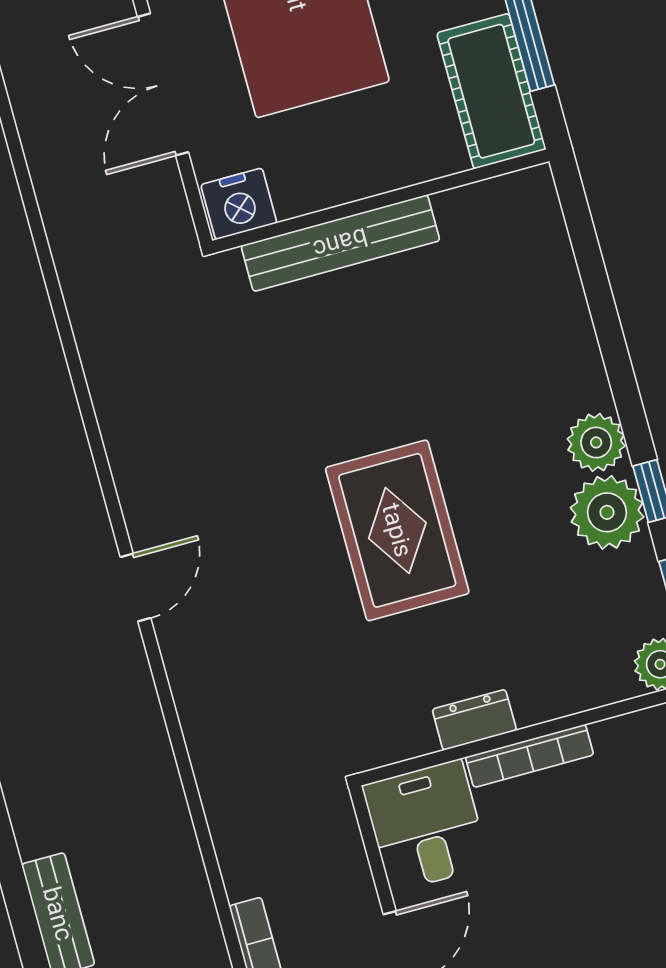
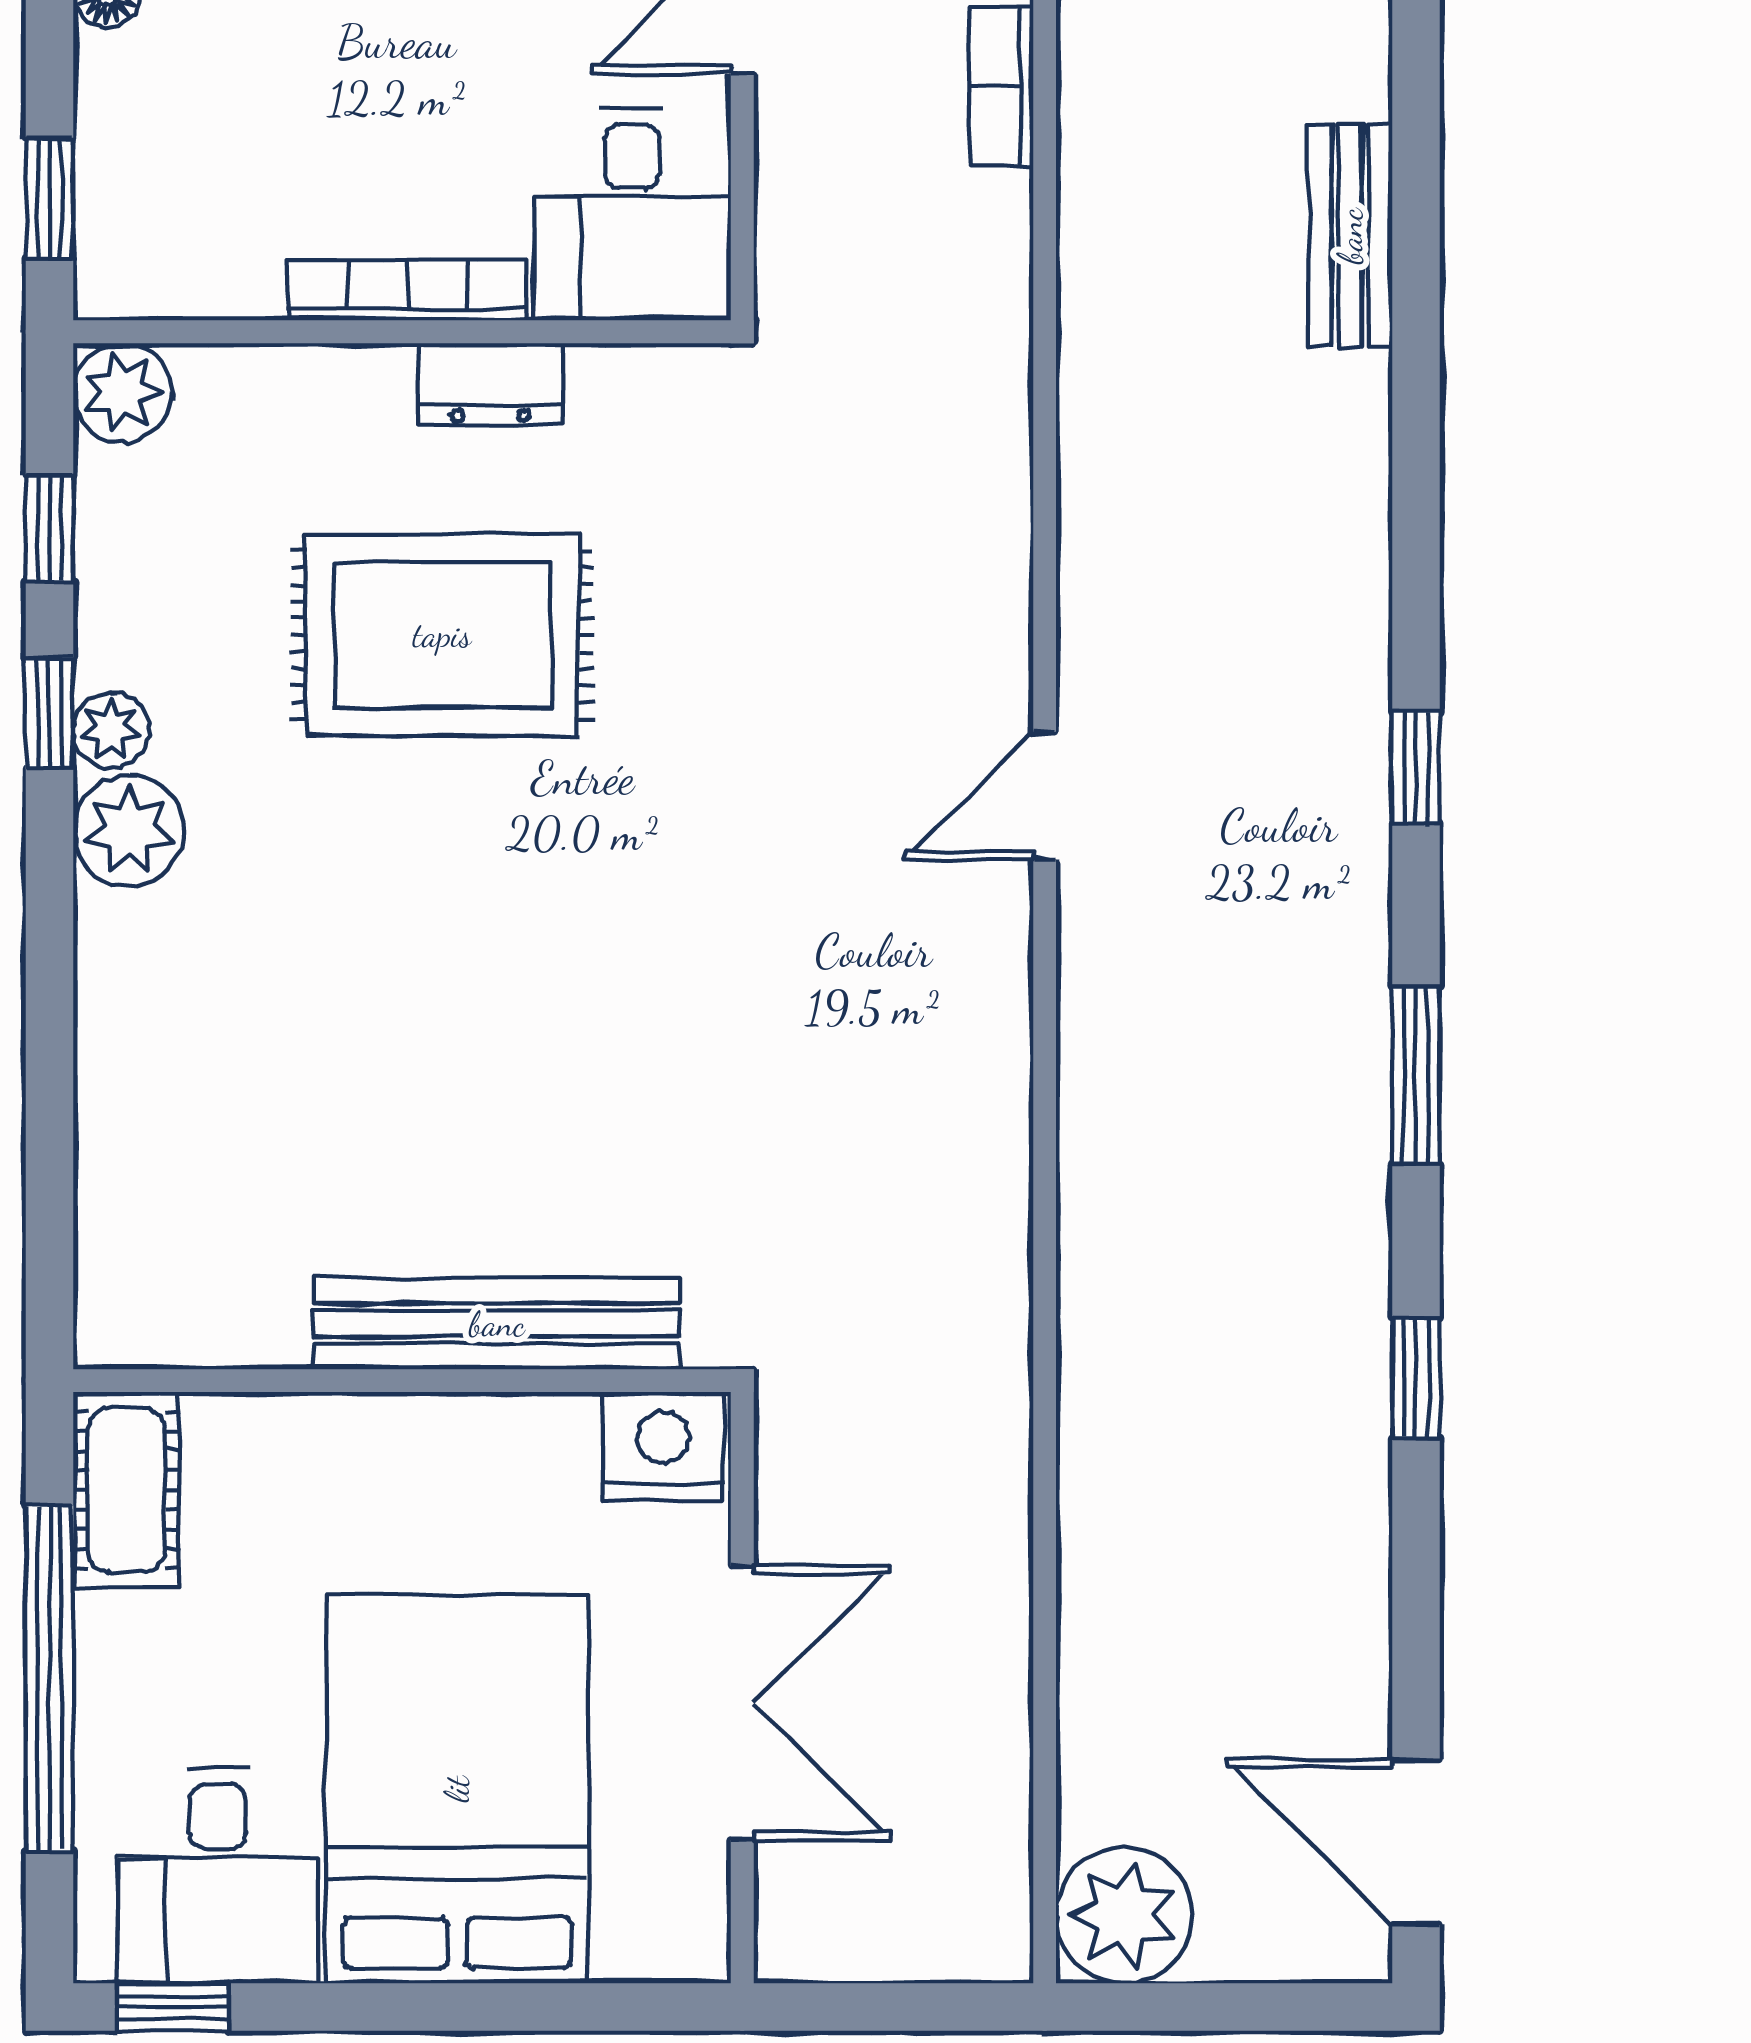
cot: (491, 91) -> (126, 1490), width x0.73, depth x0.75
plant: (607, 512) -> (111, 730), width x0.53, depth x0.53
rug: (397, 530) -> (442, 635), moved, turned 90

